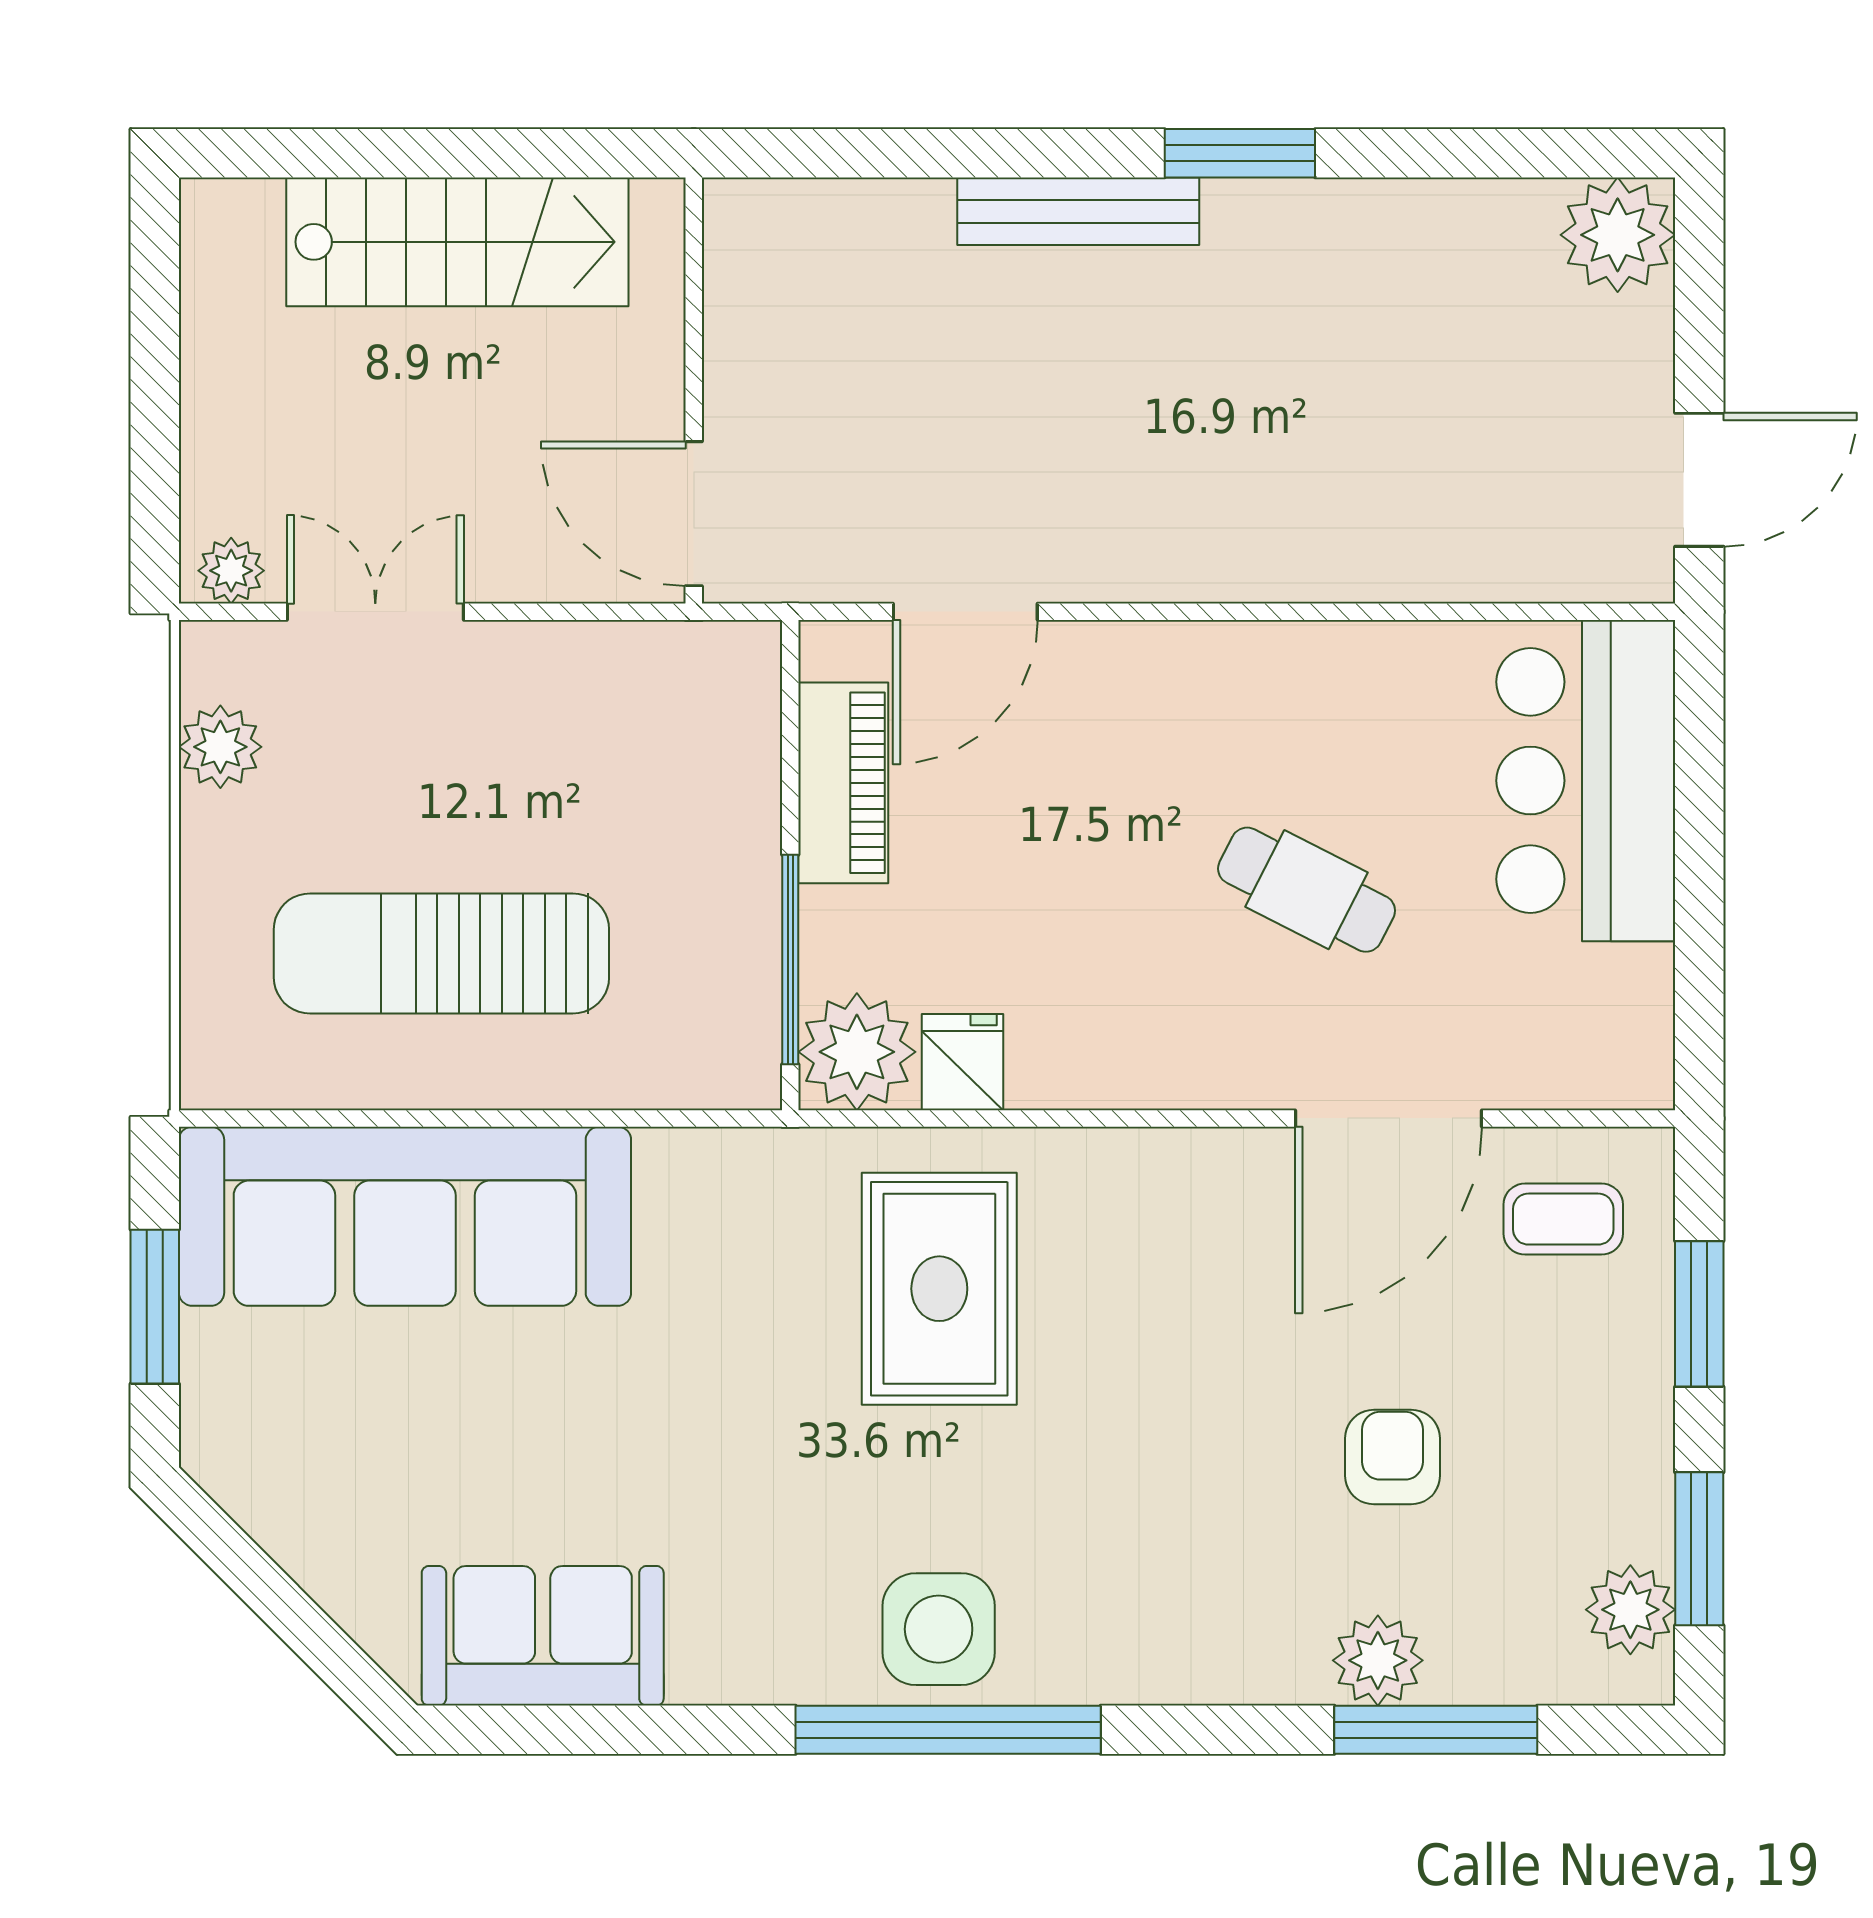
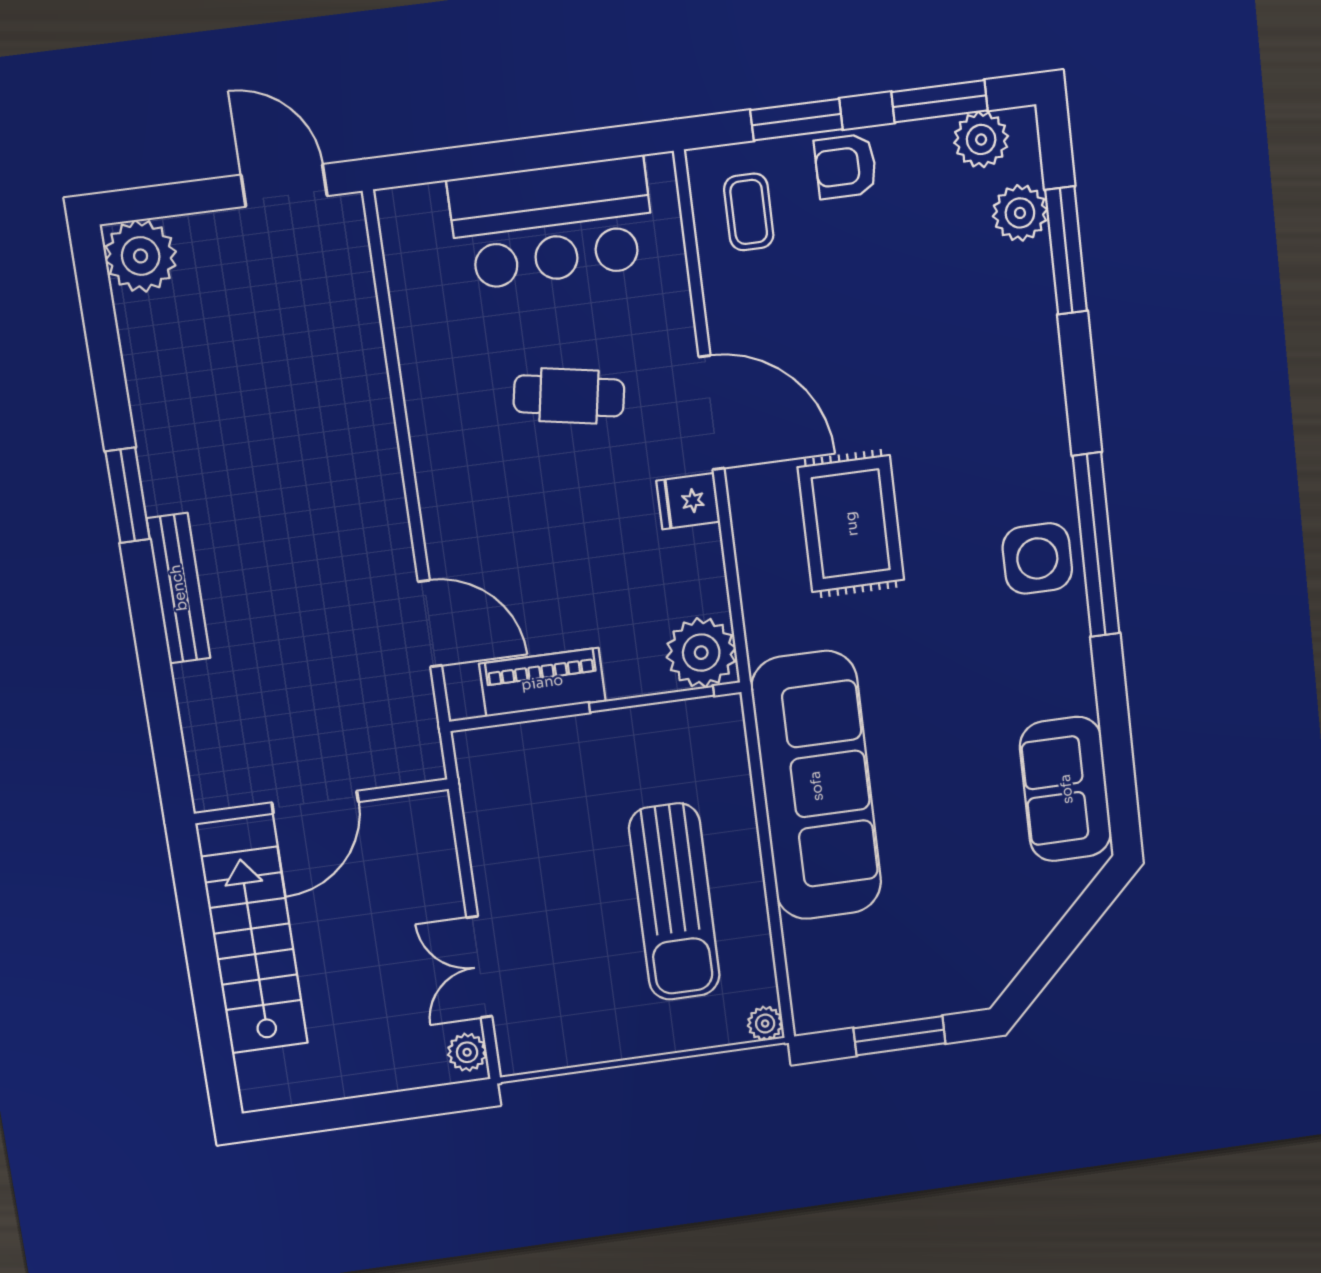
door: (694, 514) -> (315, 802), moved
plant: (220, 747) -> (765, 1024), moved, width x0.73, depth x0.73
bar counter: (1586, 781) -> (552, 223), moved
cafe table: (1307, 890) -> (569, 396), turned 73
fridge: (962, 1062) -> (688, 501), moved
door: (1389, 1118) -> (712, 413), moved
sofa: (405, 1216) -> (816, 786), moved
rug: (939, 1289) -> (851, 524), moved, turned 90
armchair: (1393, 1457) -> (846, 166), moved
plant: (1378, 1660) -> (1020, 213), moved

